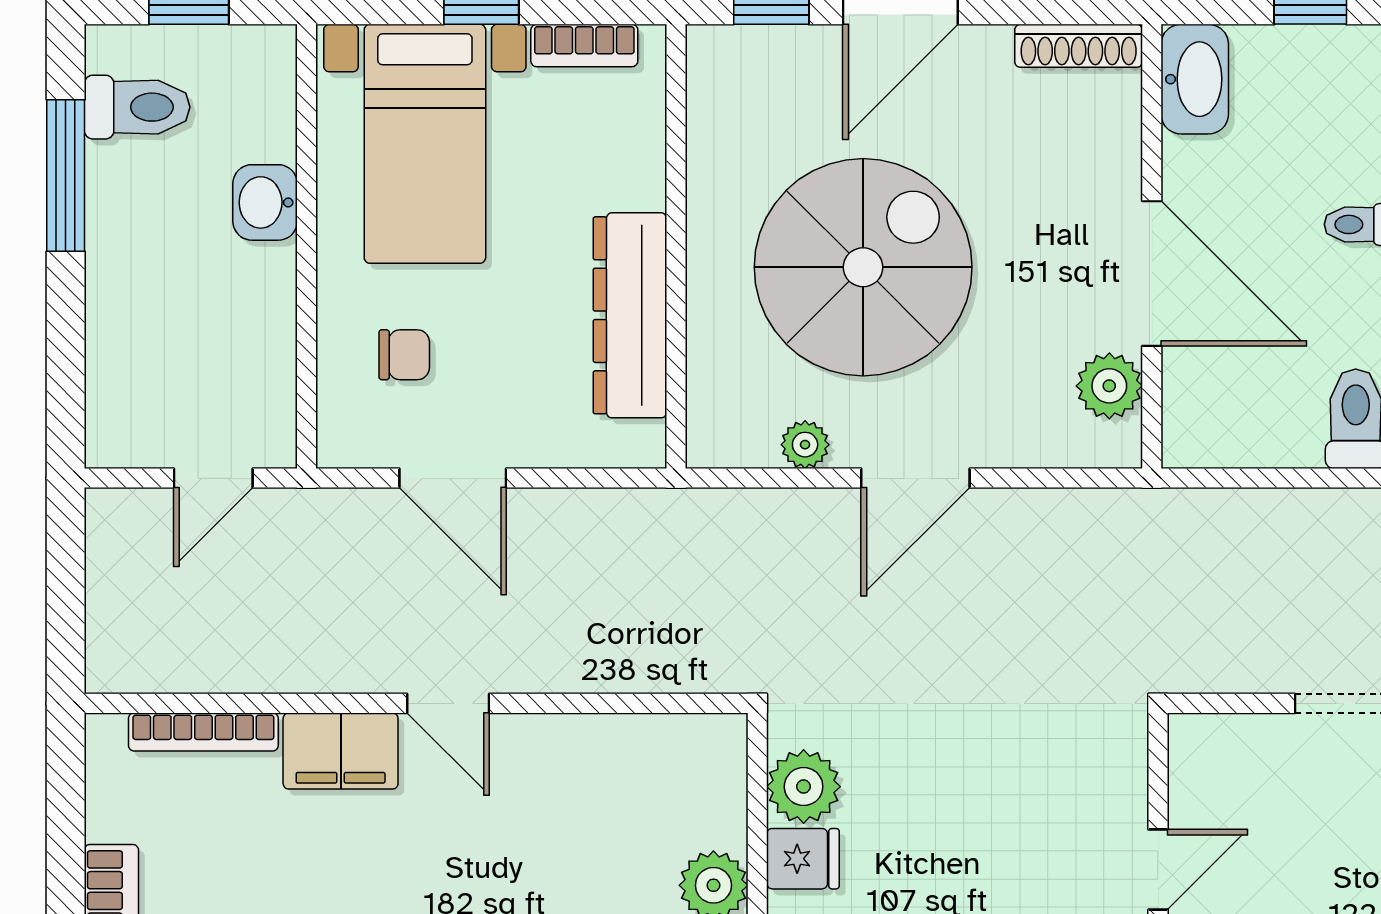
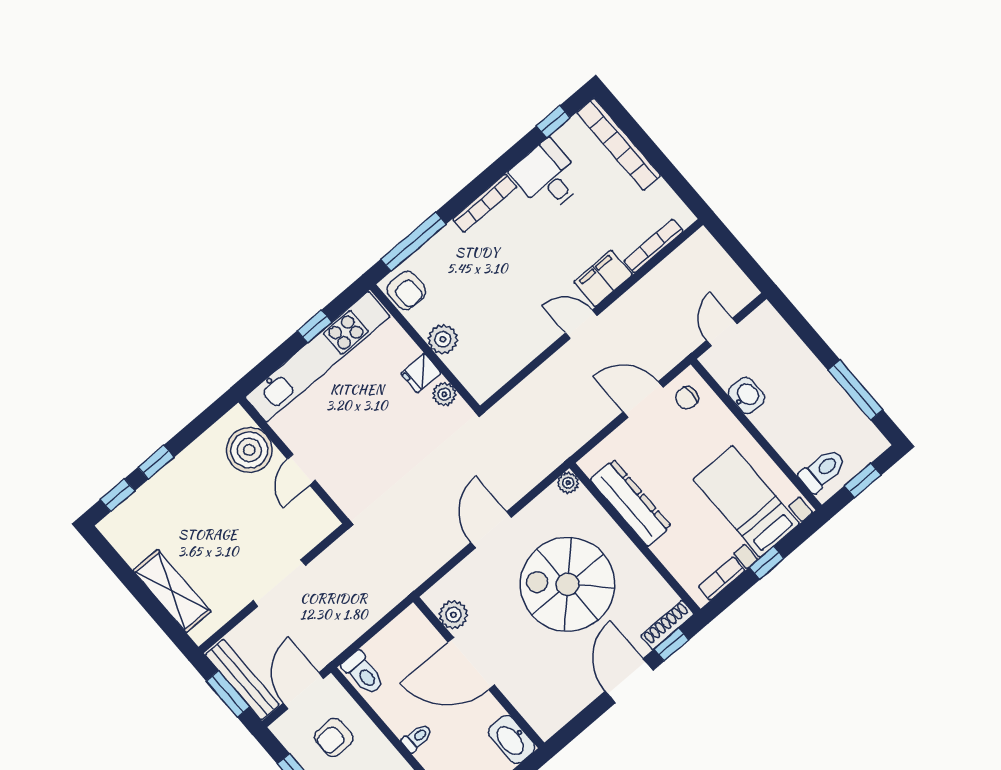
shoe rack: (1079, 46) -> (667, 625), moved
toilet: (137, 107) -> (822, 470), moved, turned 180
washbasin: (265, 202) -> (746, 396), moved
spiral stairs: (863, 267) -> (568, 584), turned 90
chair: (404, 355) -> (687, 398), moved
plant: (805, 445) -> (568, 483), moved
plant: (804, 787) -> (444, 394), width x0.73, depth x0.73

